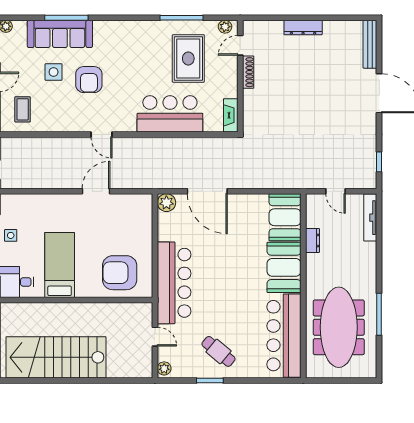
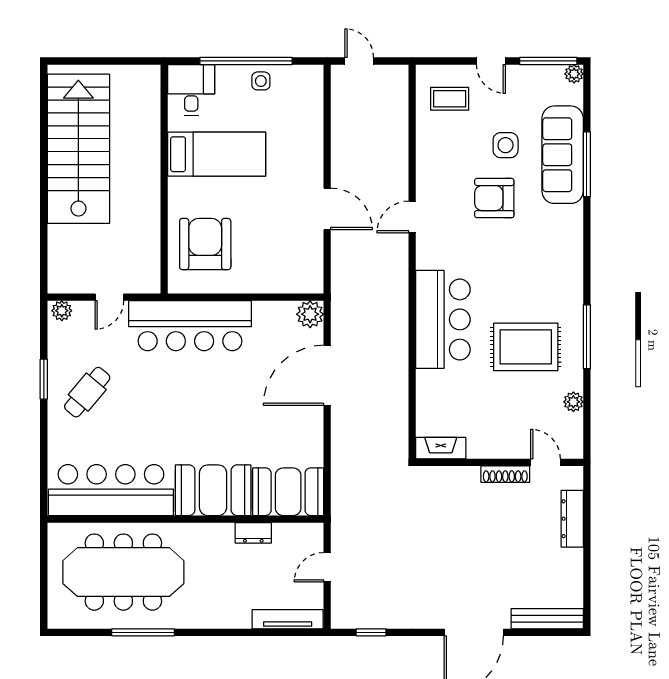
door: (240, 45) -> (546, 462), moved
shoe rack: (248, 72) -> (505, 474), moved
wall: (240, 76) -> (500, 462), moved
fireplace: (231, 115) -> (441, 448), moved

